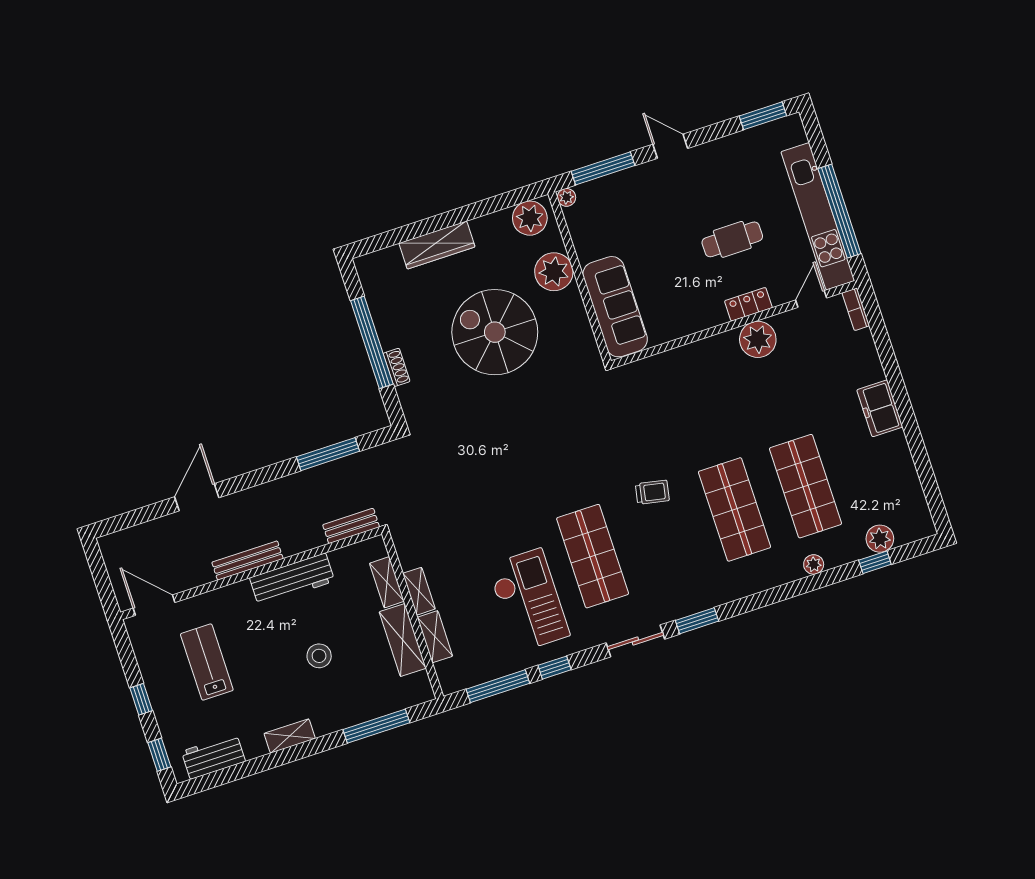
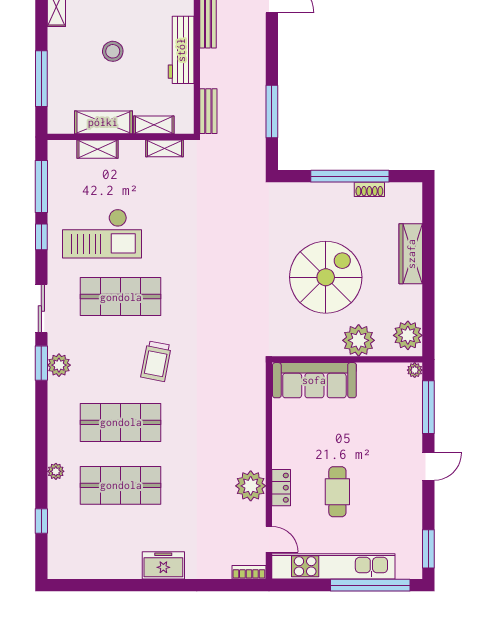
window: (839, 211) -> (370, 585), moved
shoe rack: (397, 367) -> (369, 189), moved
trolley: (652, 492) -> (156, 361), width x1.36, depth x1.39
plant: (880, 539) -> (59, 365), moved
shelving: (419, 591) -> (165, 148), moved

